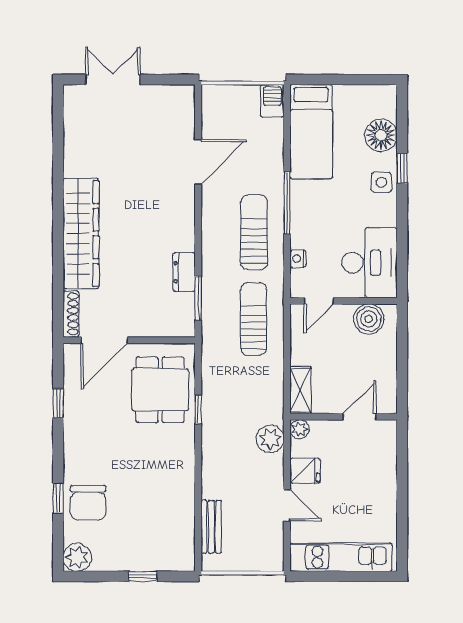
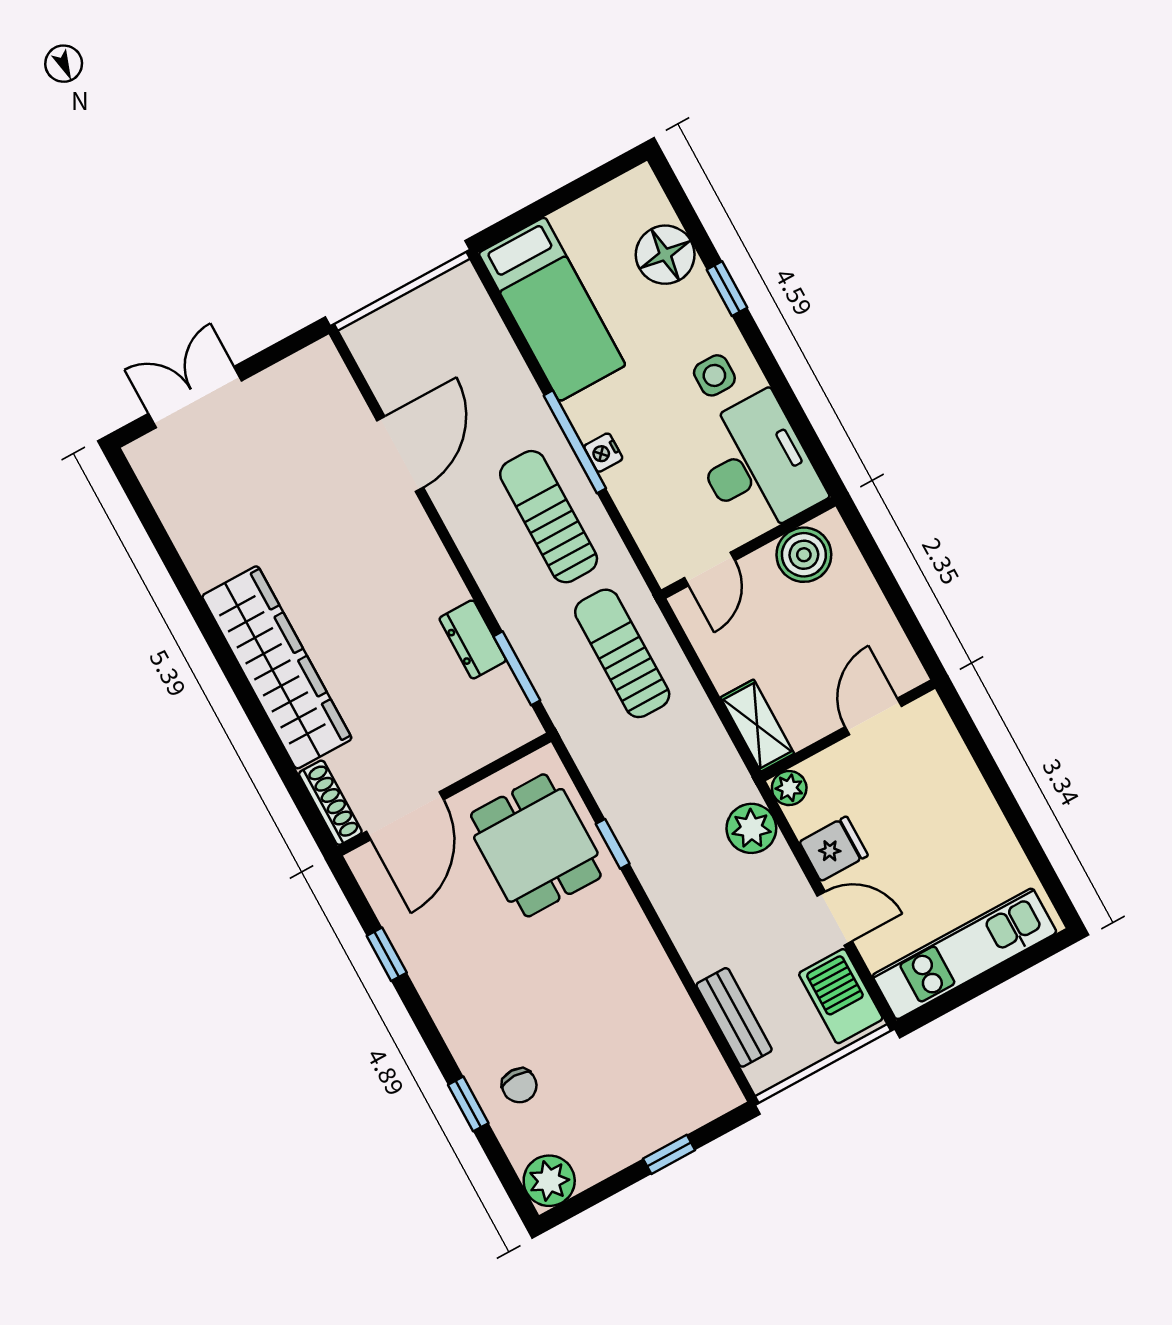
barbecue: (272, 101) -> (841, 996), moved, width x1.38, depth x1.27
side table: (381, 182) -> (714, 375), moved
nightstand: (298, 259) -> (603, 453), moved
chair: (88, 503) -> (519, 1085), width x0.54, depth x0.54

